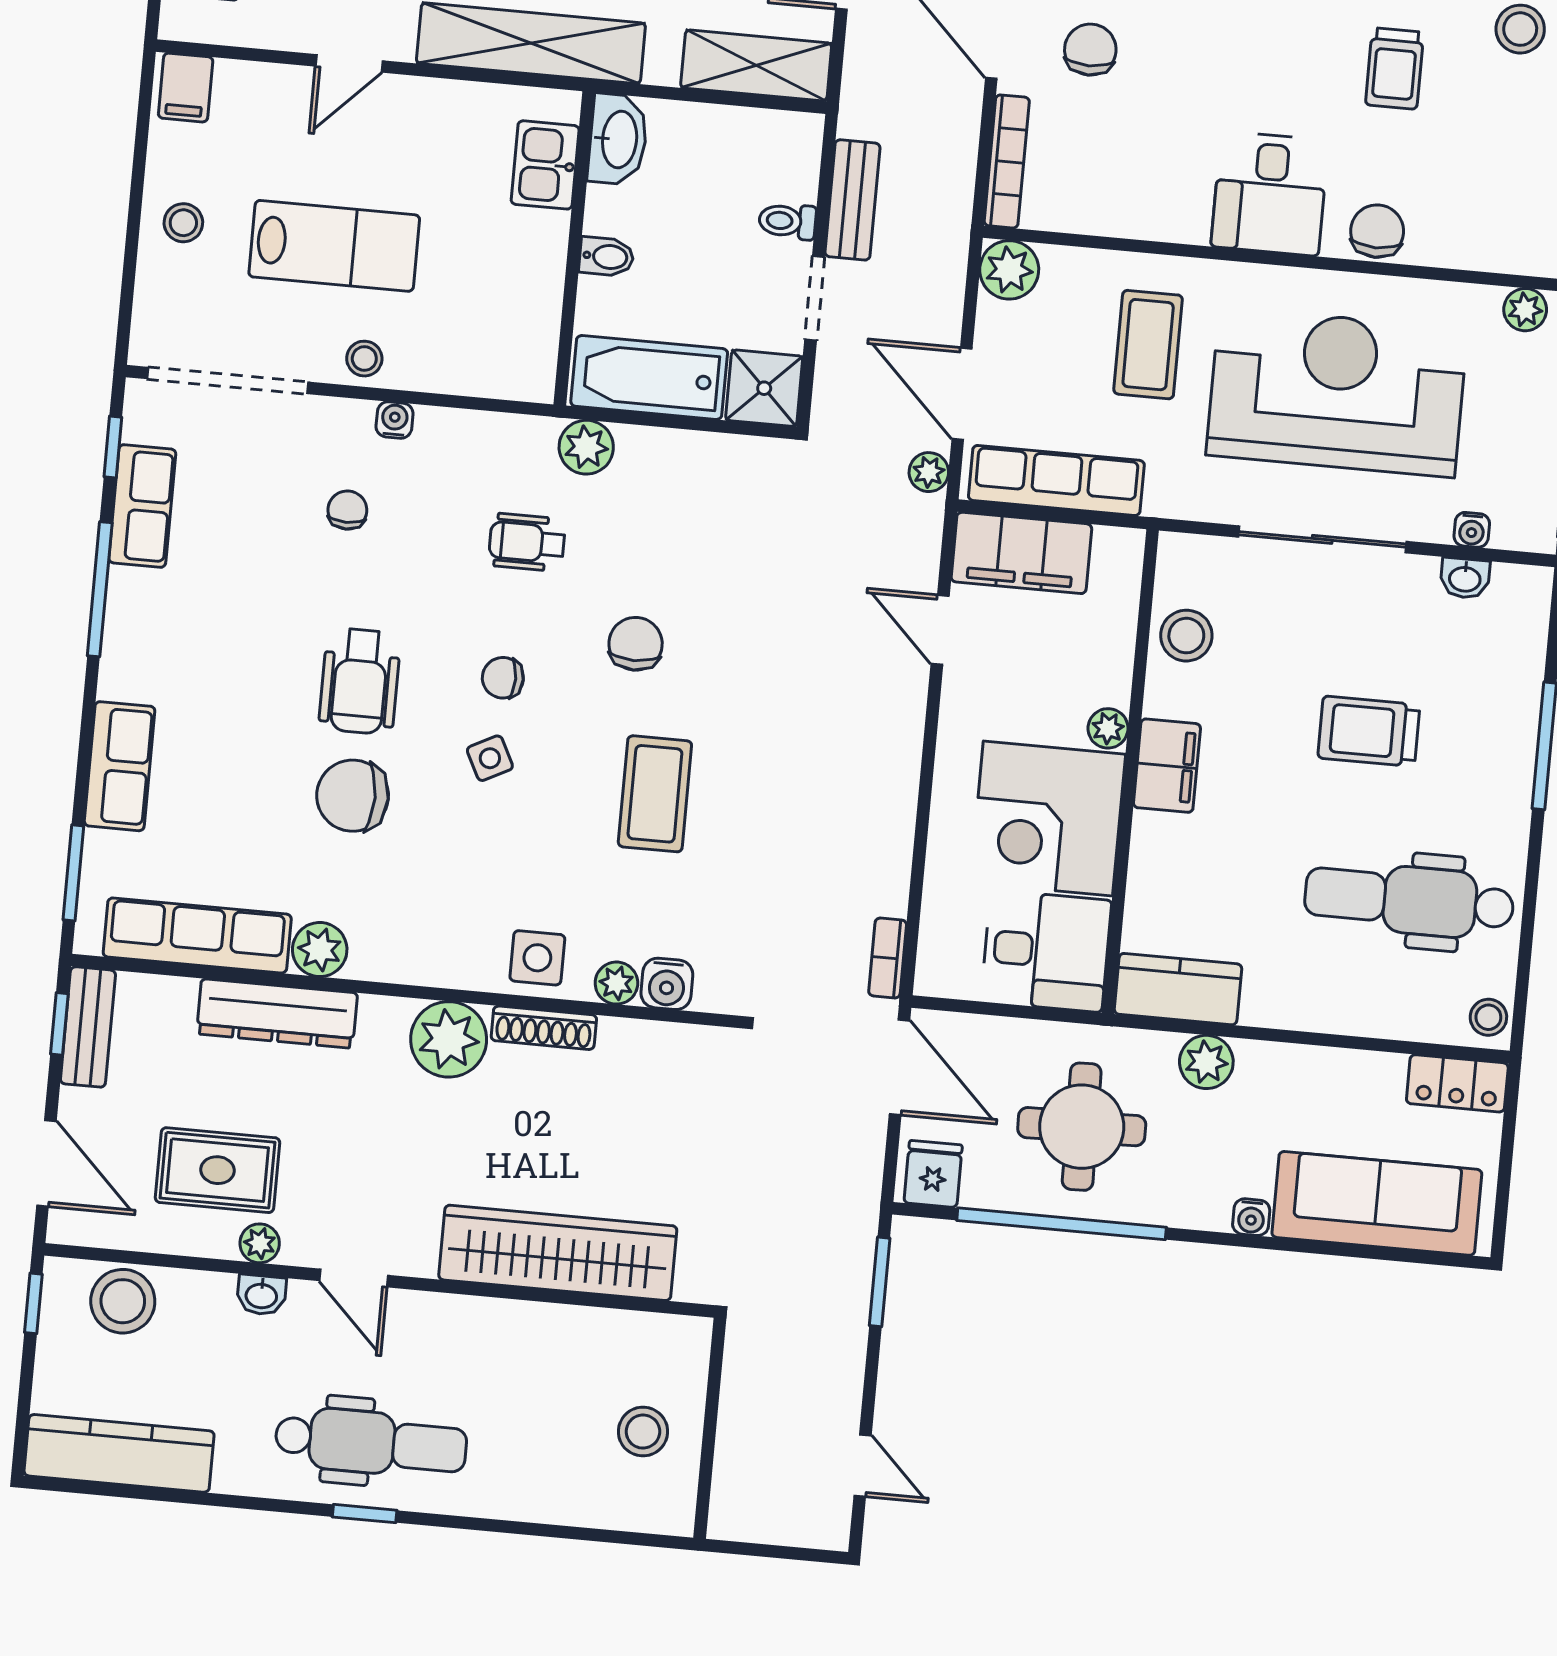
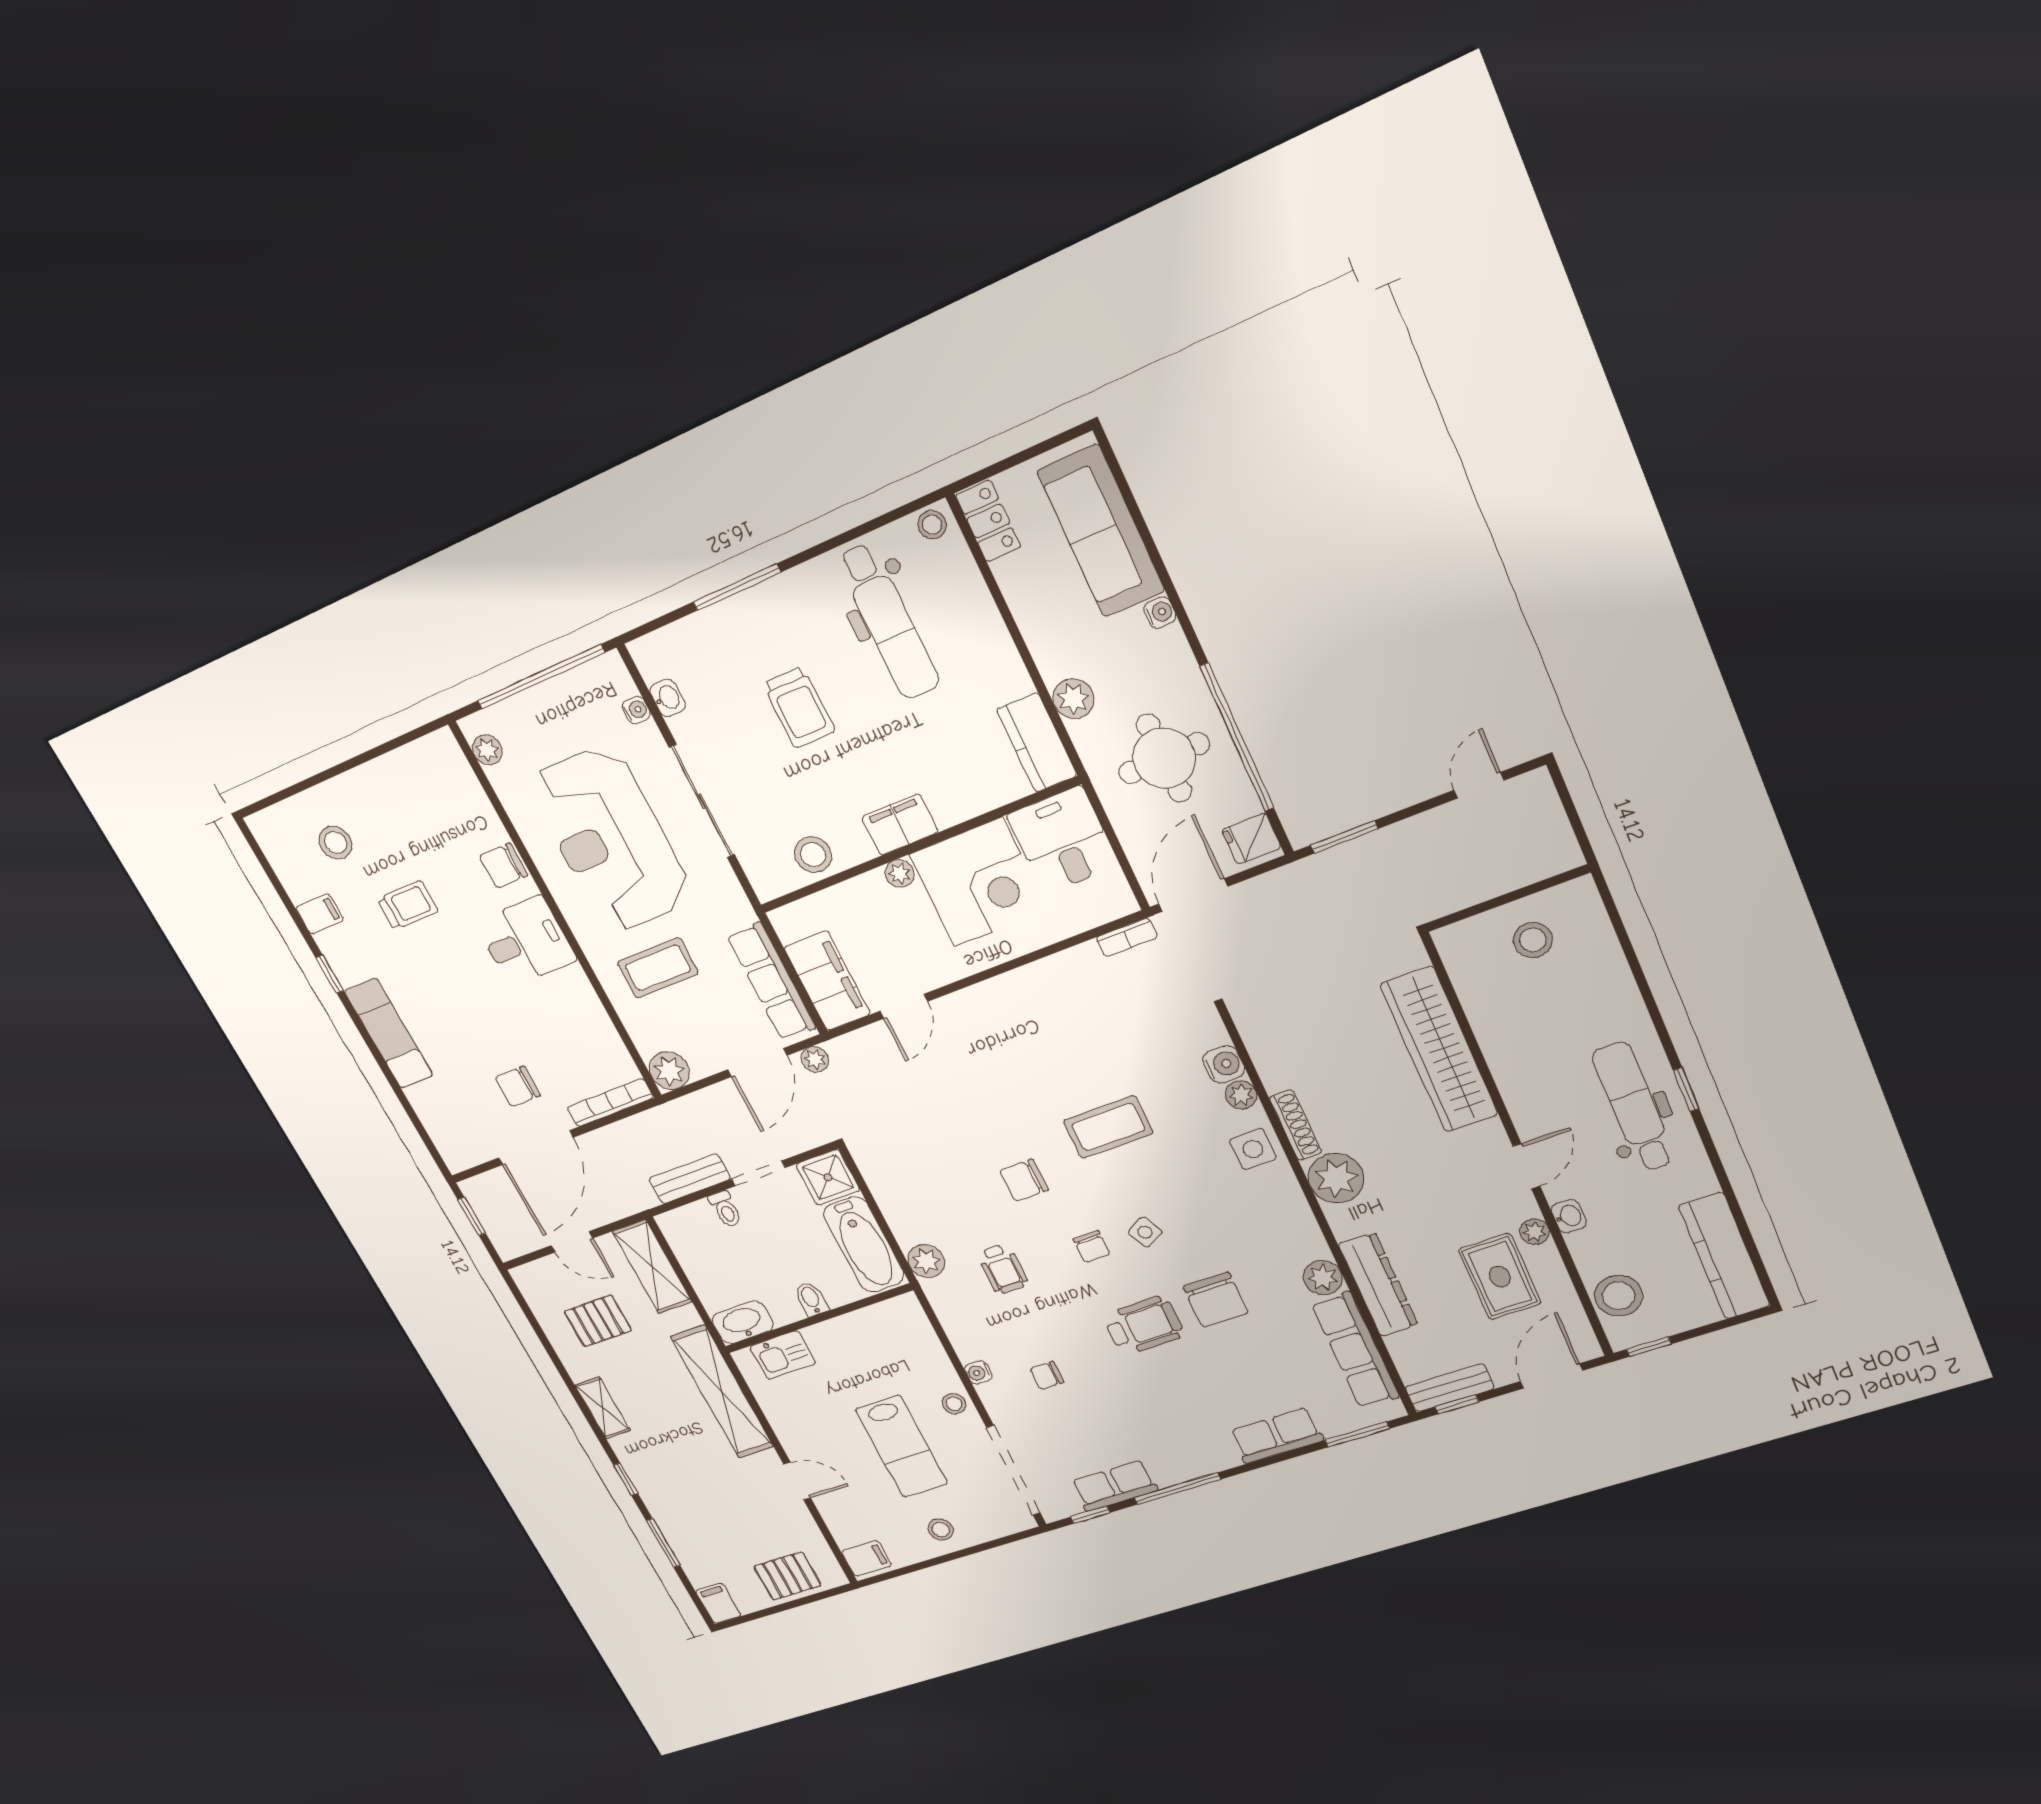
lab bench: (334, 246) -> (902, 1446), turned 180

